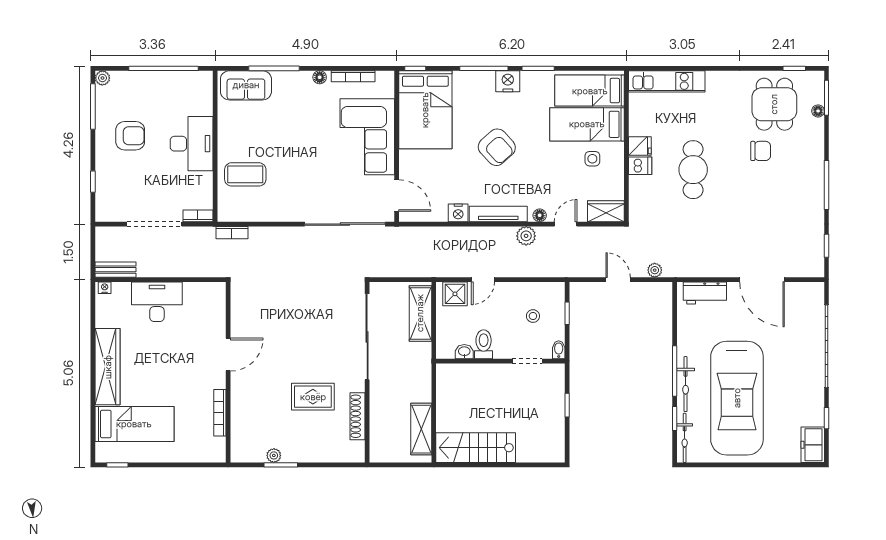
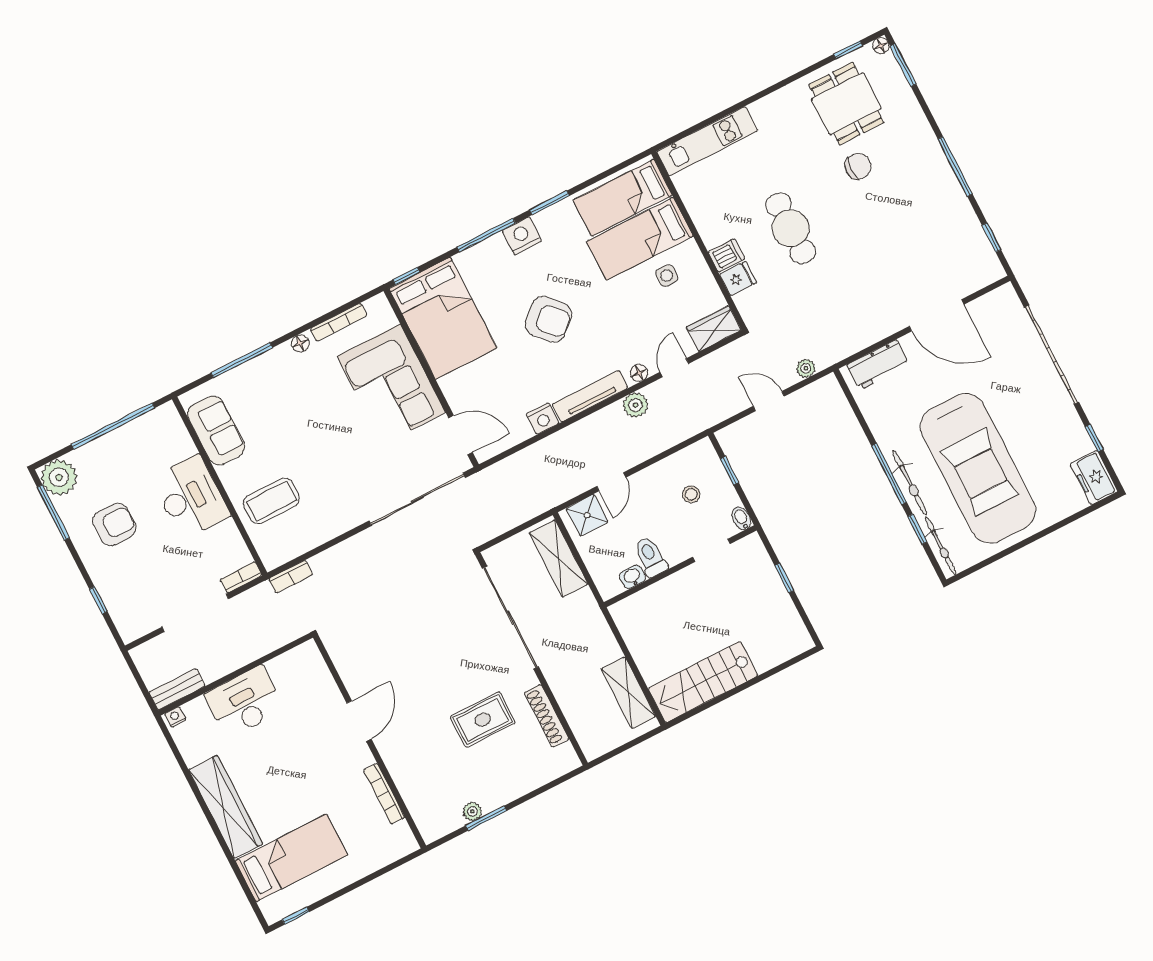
plant: (102, 78) -> (59, 477), width x1.88, depth x1.88
sofa: (246, 85) -> (216, 430), moved, turned -90
floor lamp: (818, 111) -> (881, 46), moved
fridge: (640, 146) -> (738, 279), moved

